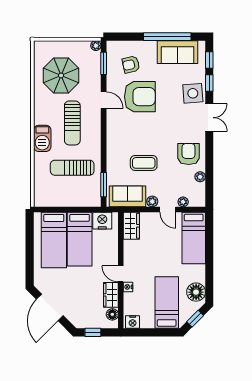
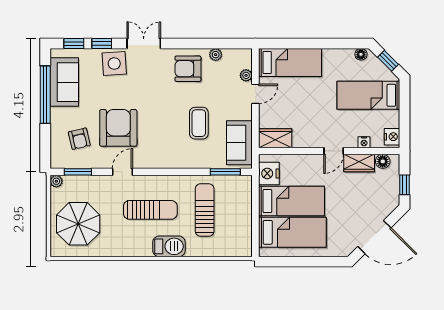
parasol: (61, 75) -> (78, 224), moved
sun lounger: (72, 168) -> (205, 210), turned 180
plant: (152, 201) -> (246, 113), removed
nightstand: (128, 287) -> (364, 142), moved
floor lamp: (196, 292) -> (361, 54), width x0.53, depth x0.53

